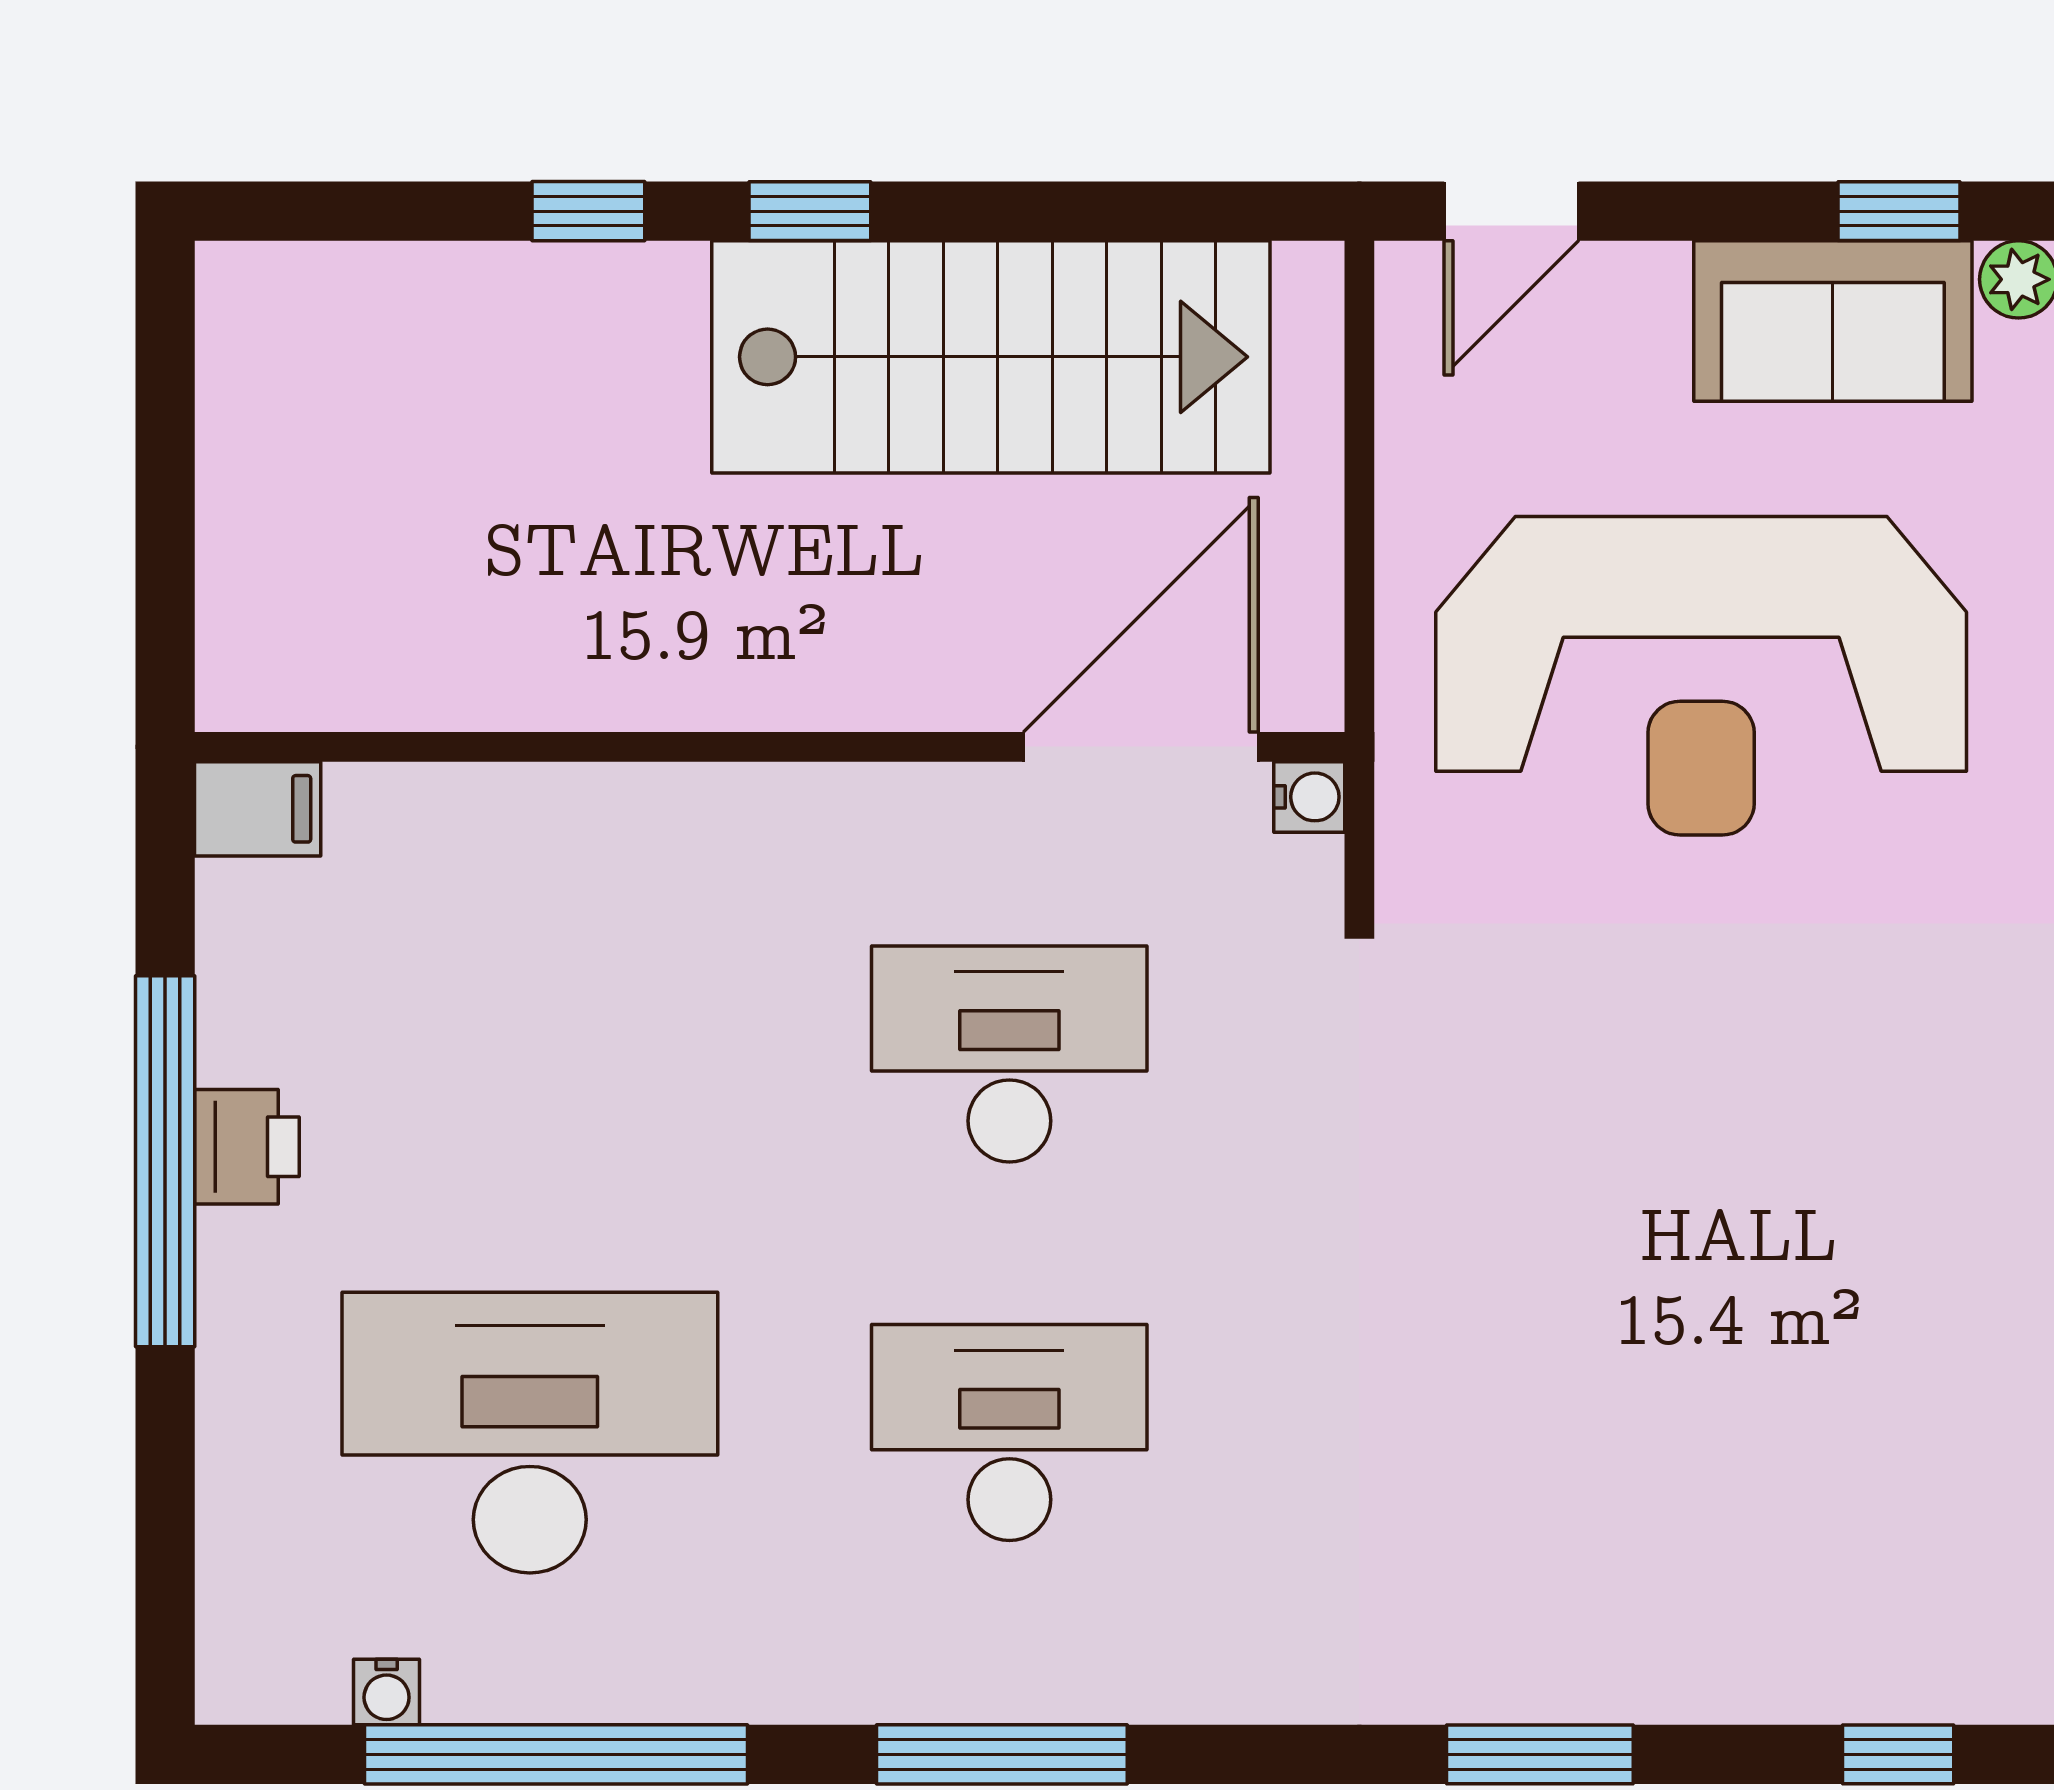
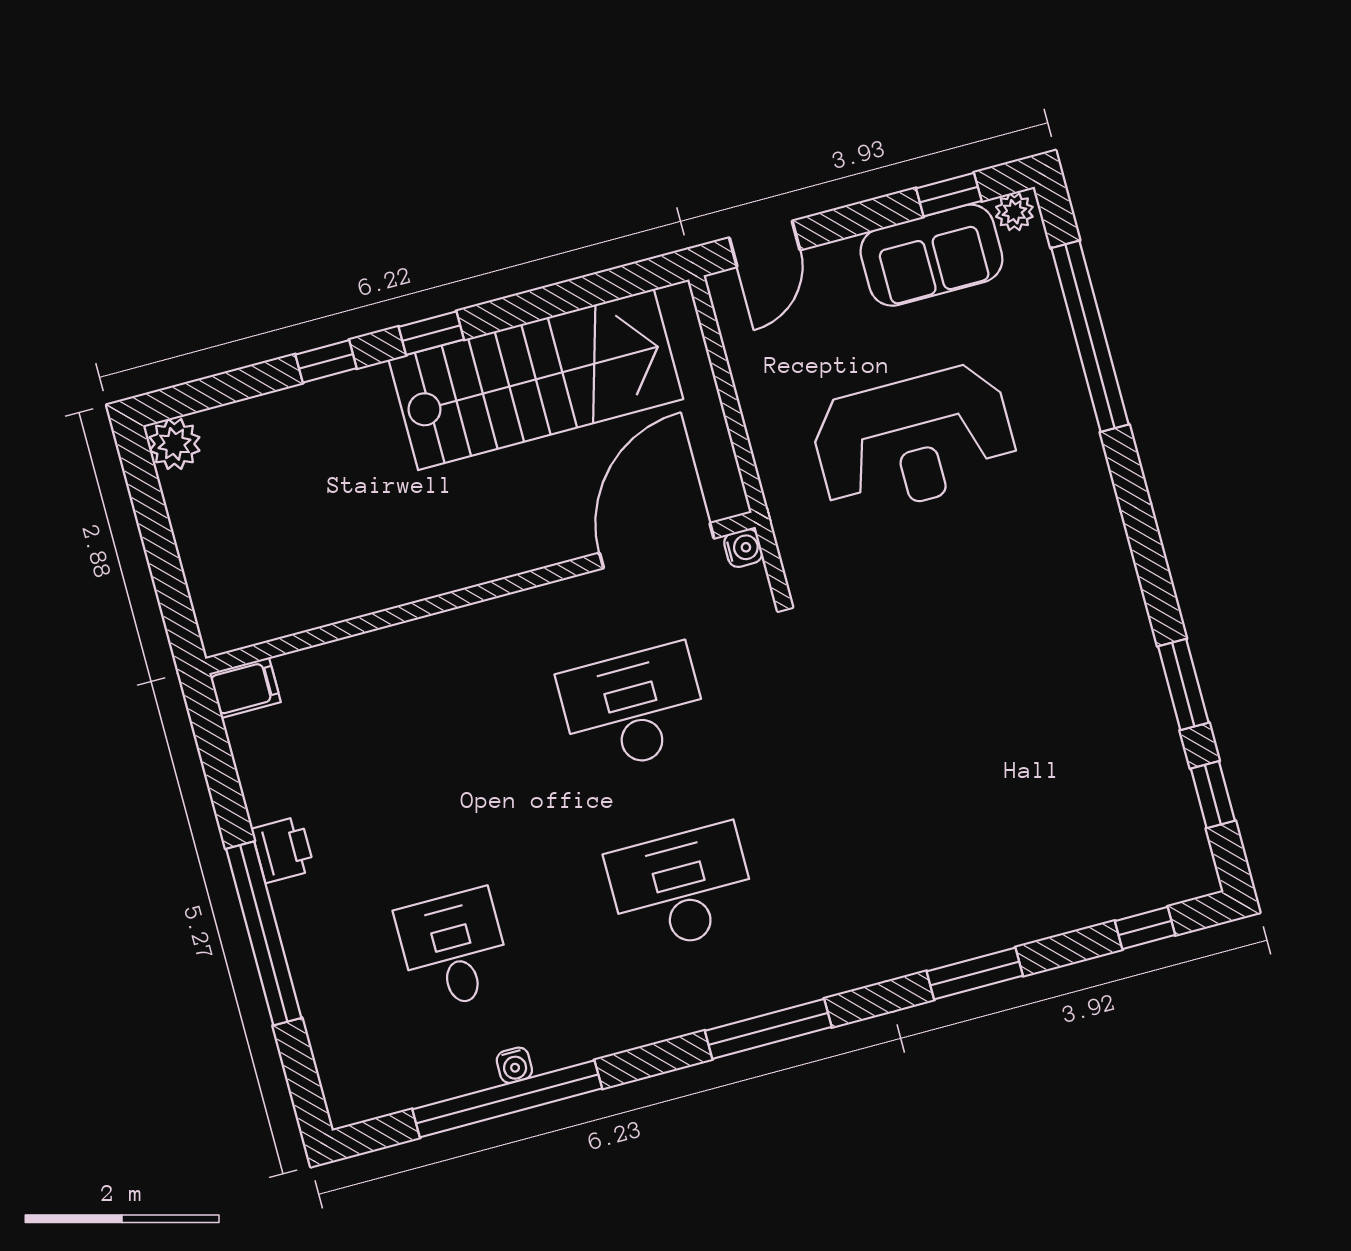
plant: (247, 293) -> (174, 444), added
reception desk: (1701, 676) -> (914, 440), width x0.74, depth x0.77
window: (165, 1161) -> (264, 933), moved
desk: (530, 1433) -> (454, 949), width x0.53, depth x0.77
water cooler: (387, 1692) -> (514, 1065), moved
window: (1002, 1754) -> (768, 1029), moved

